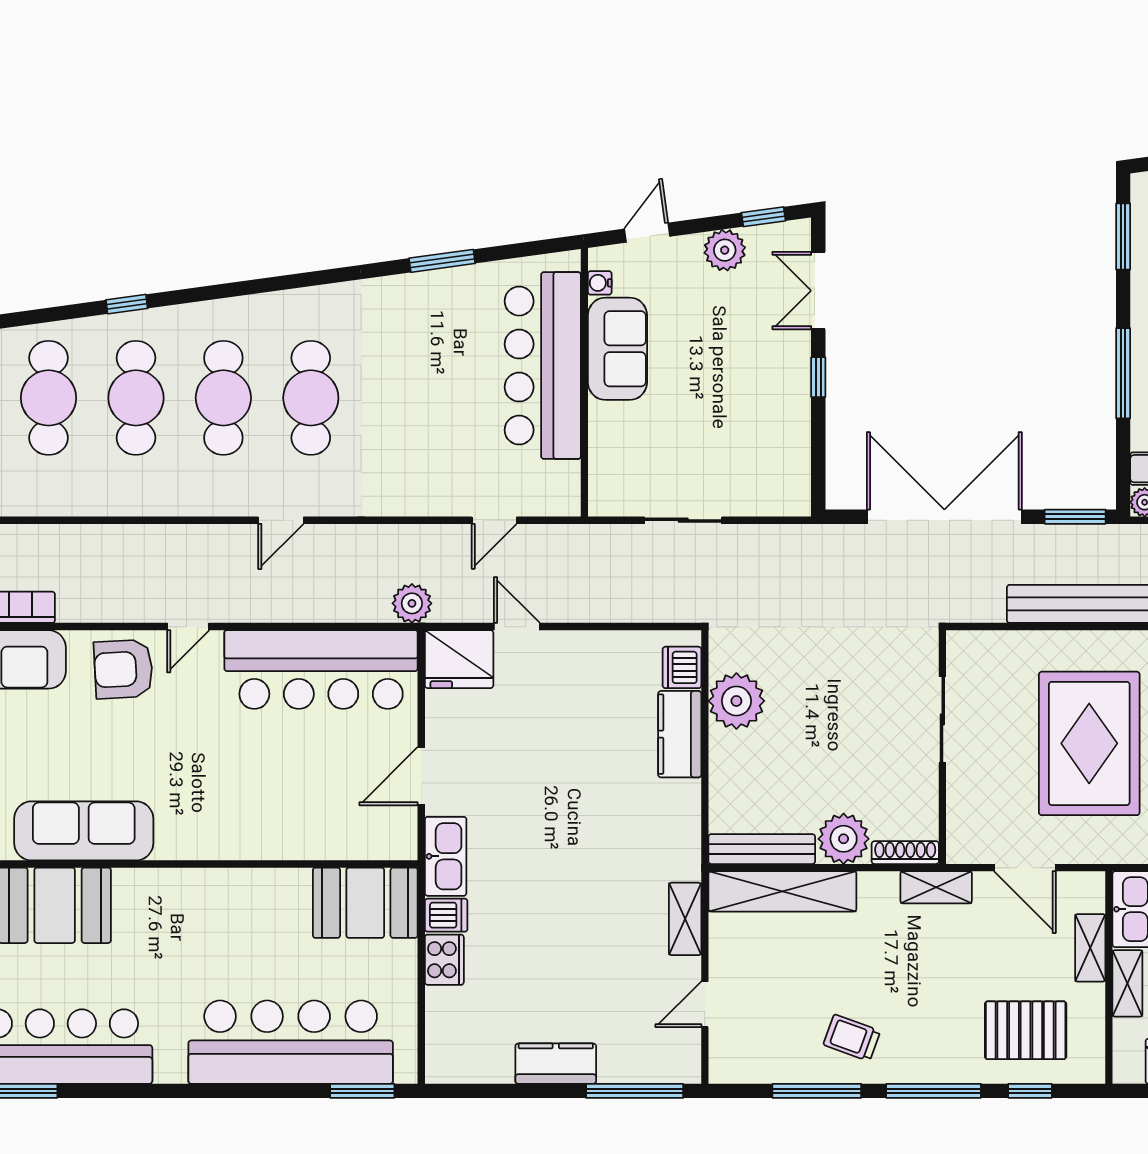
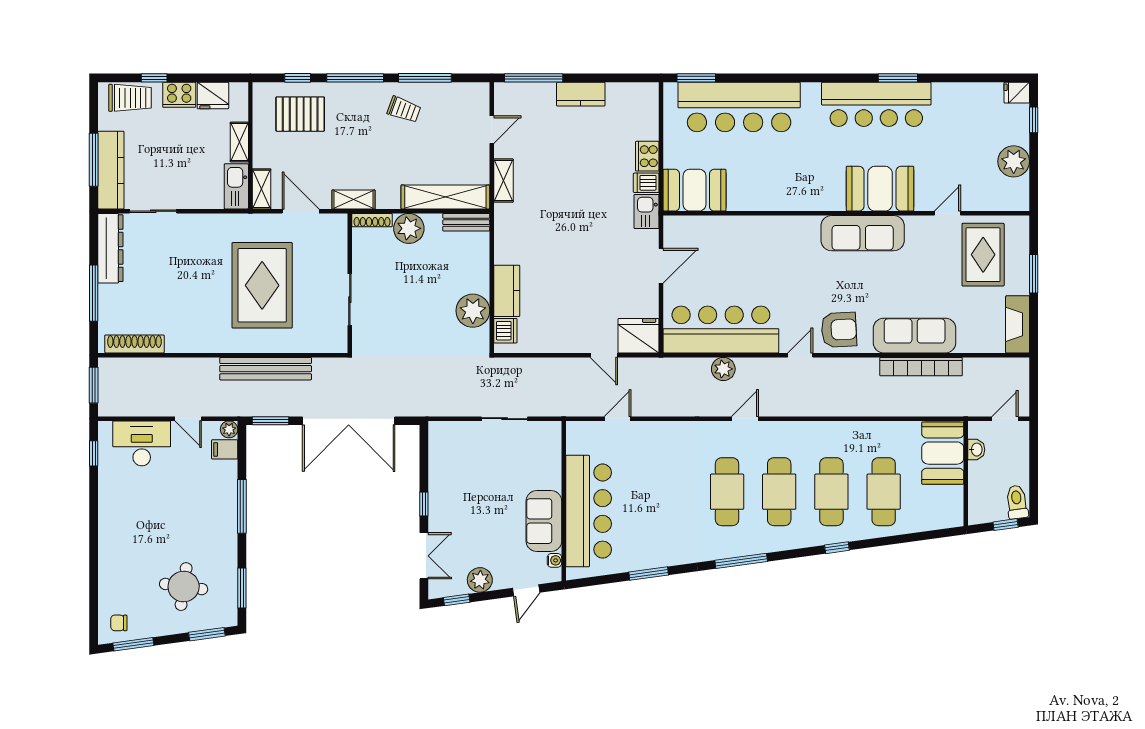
window: (287, 282) -> (741, 561), added
plant: (412, 603) -> (723, 369), moved
bench: (762, 849) -> (466, 222), width x0.73
kitchen sink: (446, 856) -> (646, 211), width x0.73
shelving: (1090, 948) -> (262, 189), moved

